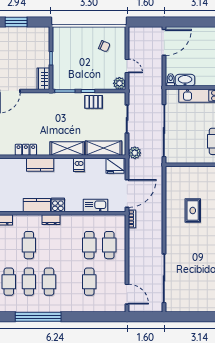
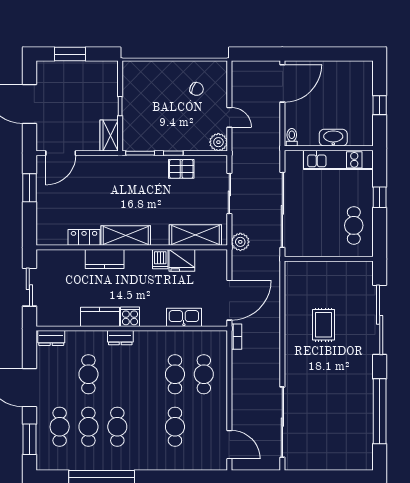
washbasin: (185, 80) -> (333, 138), moved
shelving: (67, 148) -> (126, 236), moved
fridge: (115, 166) -> (182, 260), moved

